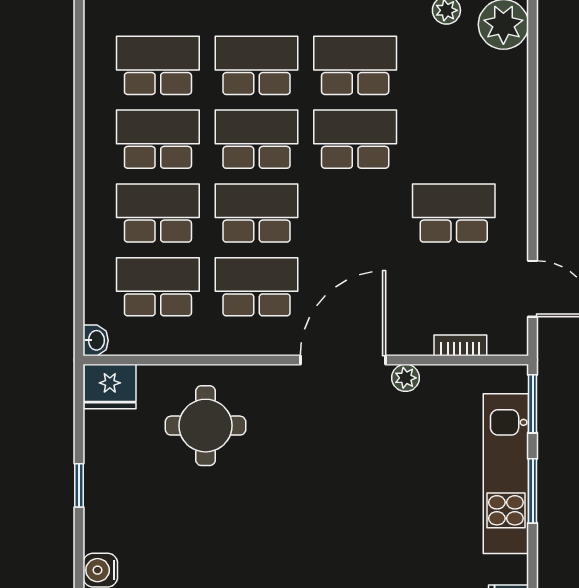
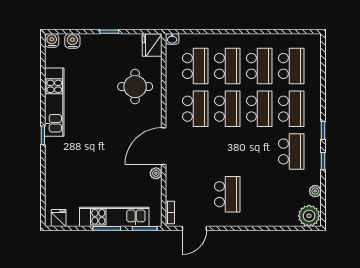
school desk: (355, 139) -> (259, 151), removed
bookcase: (460, 345) -> (170, 212), moved
door: (343, 360) -> (164, 146), swing flipped

